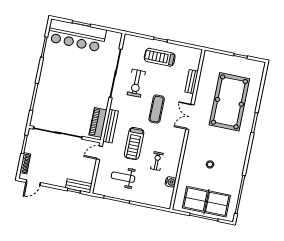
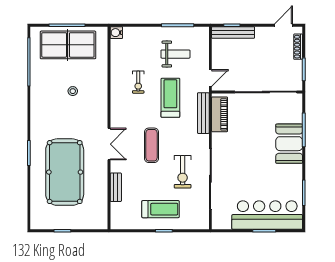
exercise bike: (136, 83) -> (183, 172), turned 180
booth: (48, 88) -> (289, 144), added
water cooler: (171, 182) -> (116, 33), moved
bench: (79, 186) -> (233, 32), width x1.36

